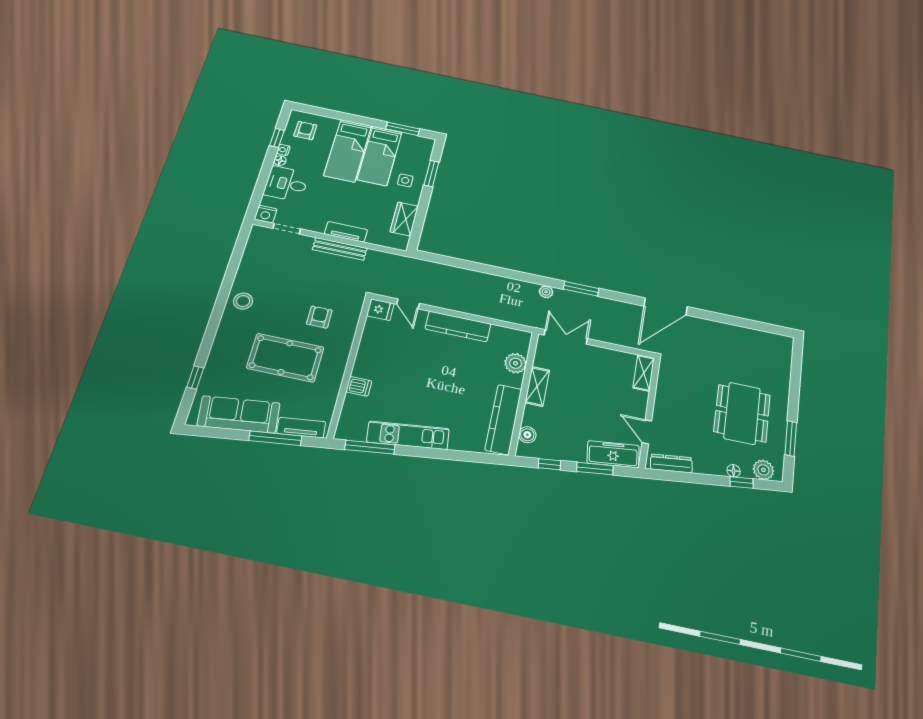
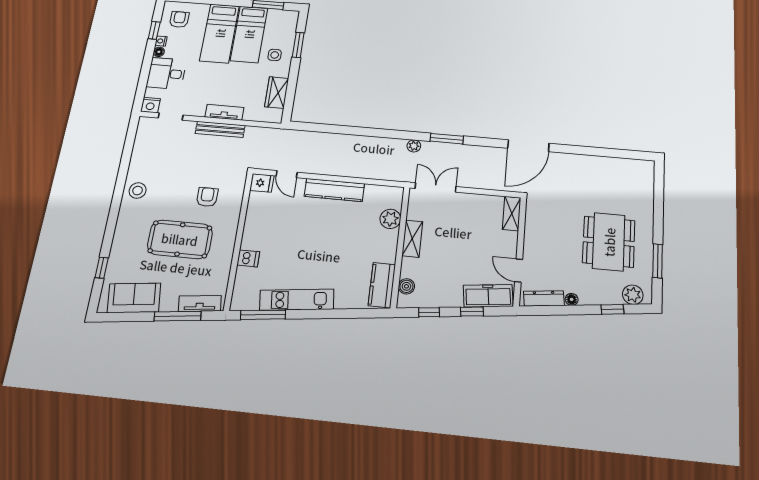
sofa: (239, 414) -> (134, 298), width x0.73
kitchen counter: (503, 419) -> (382, 285), width x0.67
window: (595, 469) -> (472, 312), width x0.67
floor lamp: (734, 471) -> (572, 299), moved

